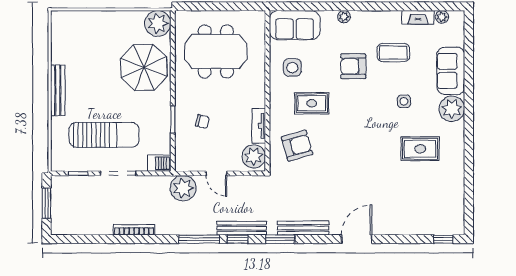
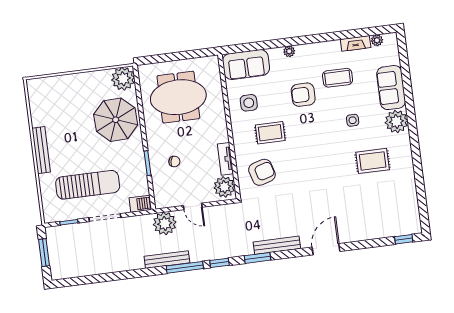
bench: (242, 228) -> (167, 260), moved
bookcase: (134, 230) -> (126, 266), removed

